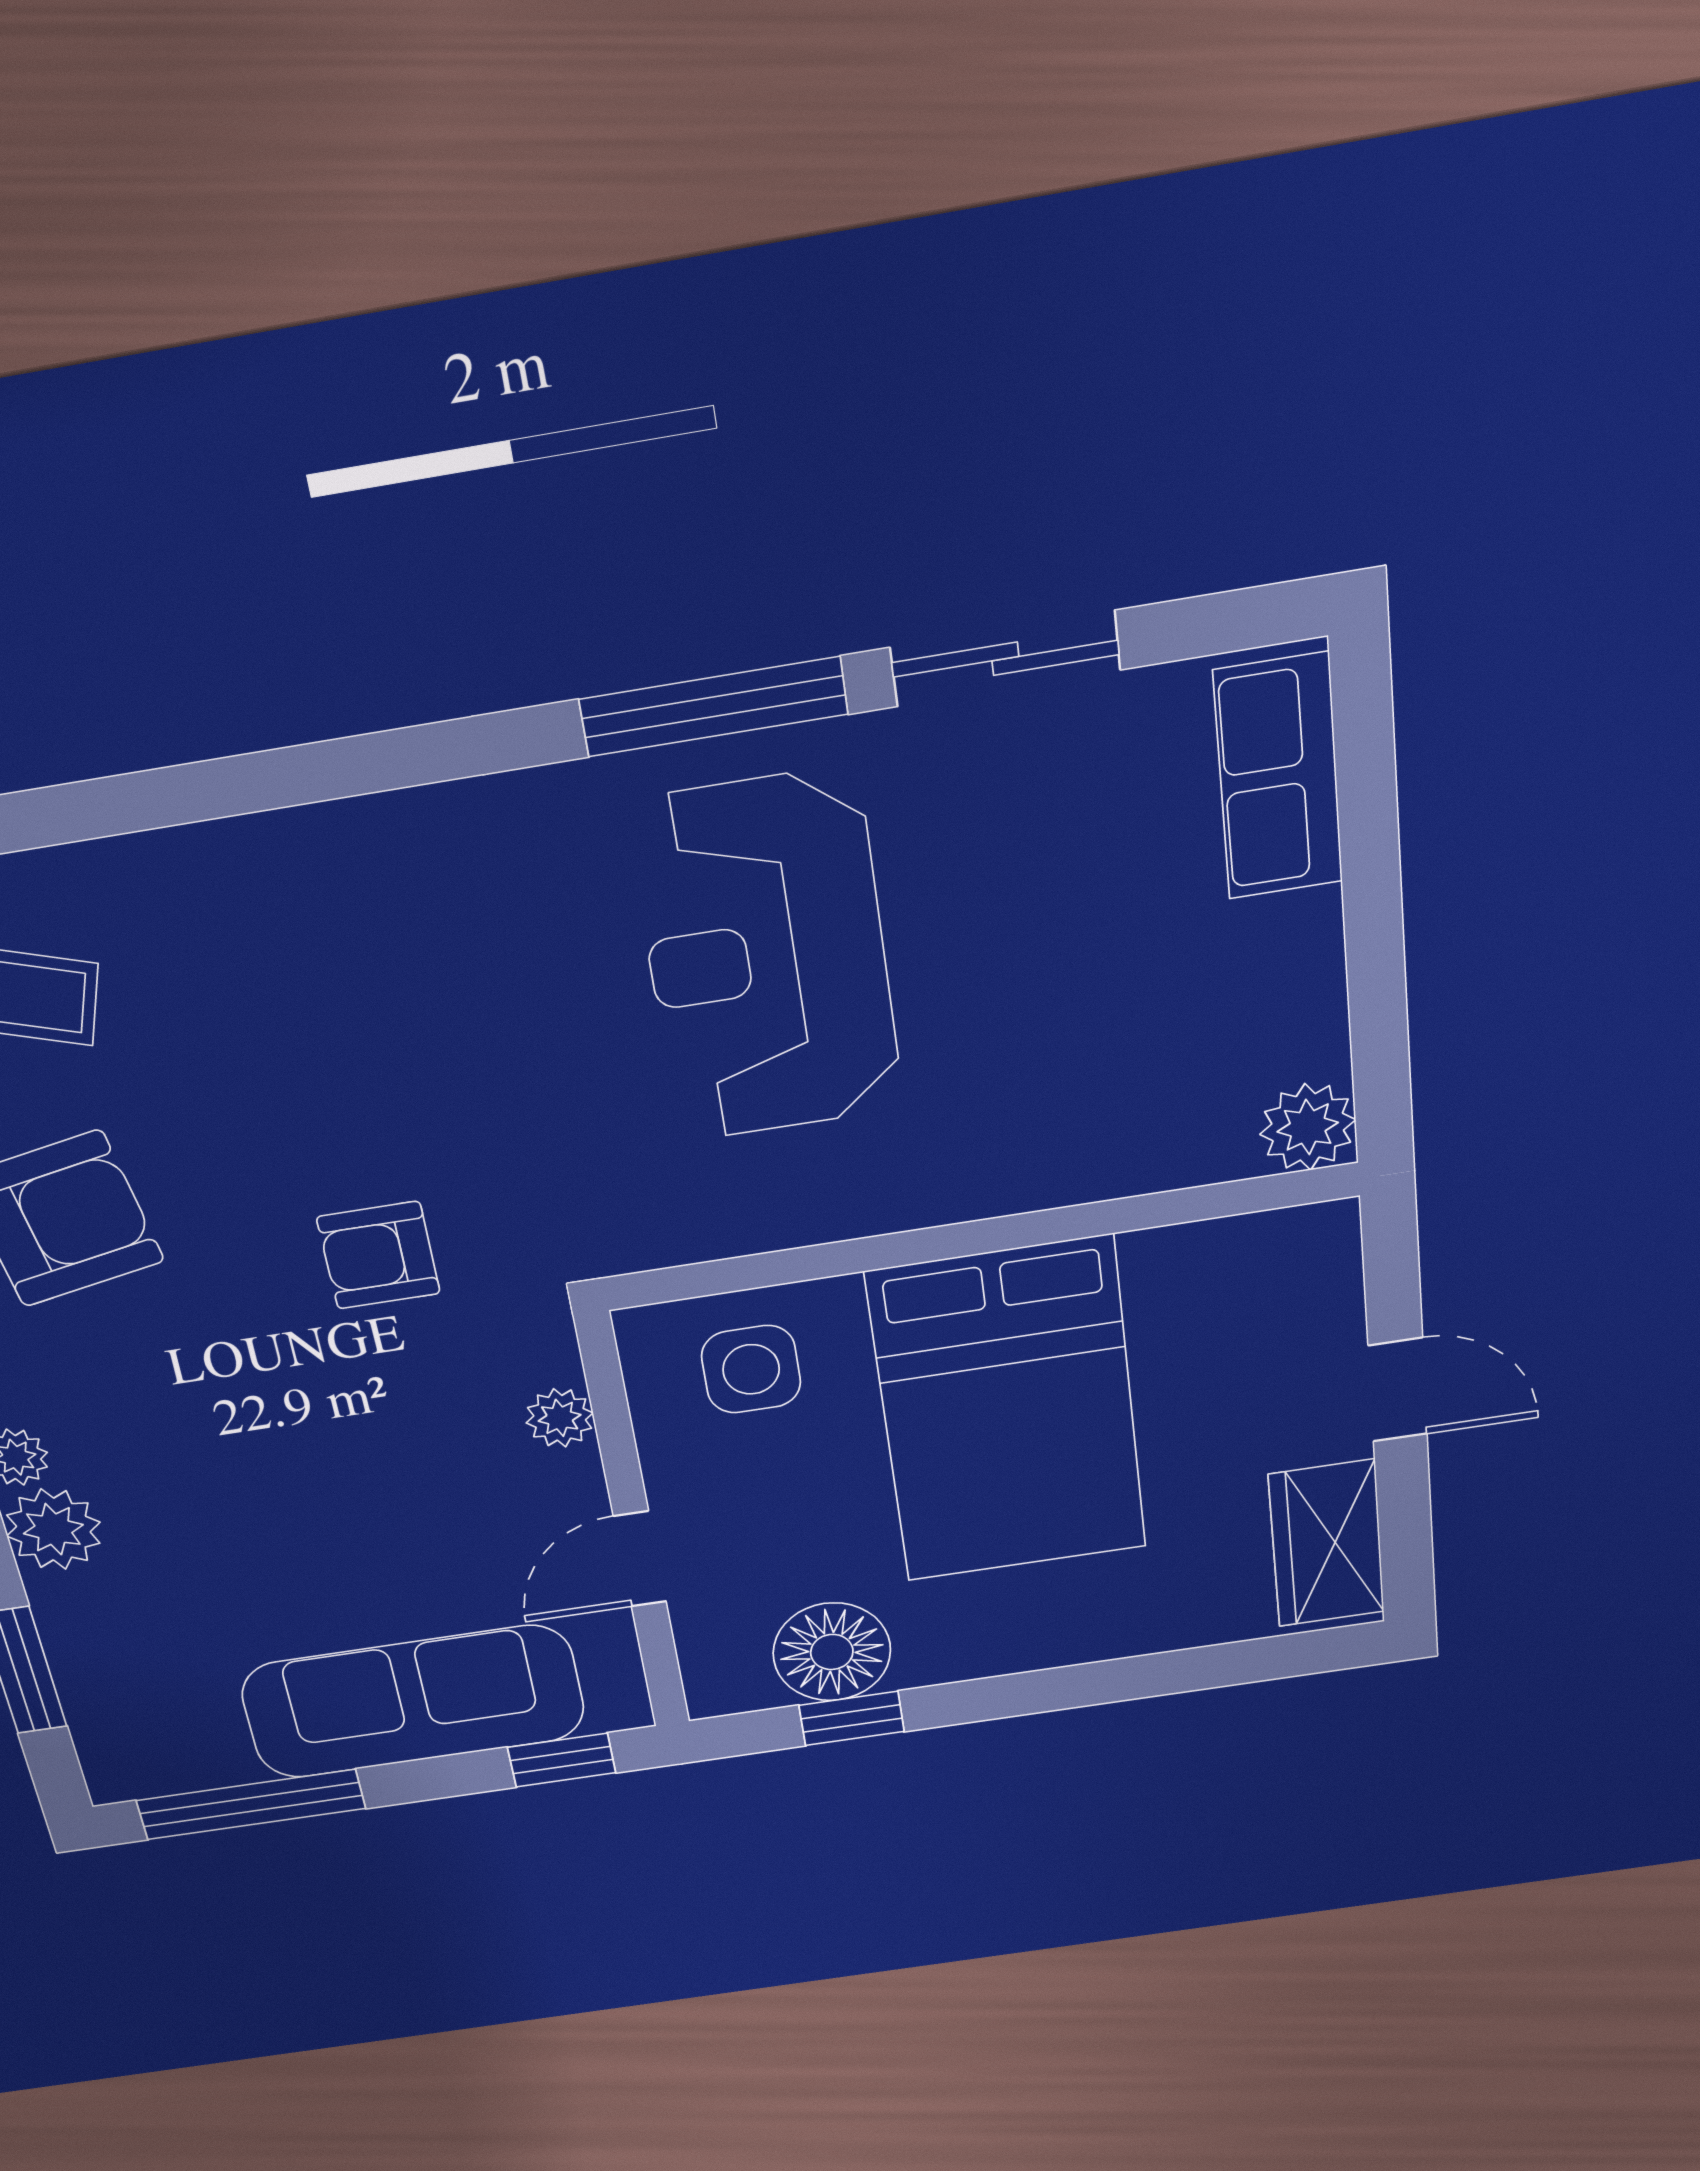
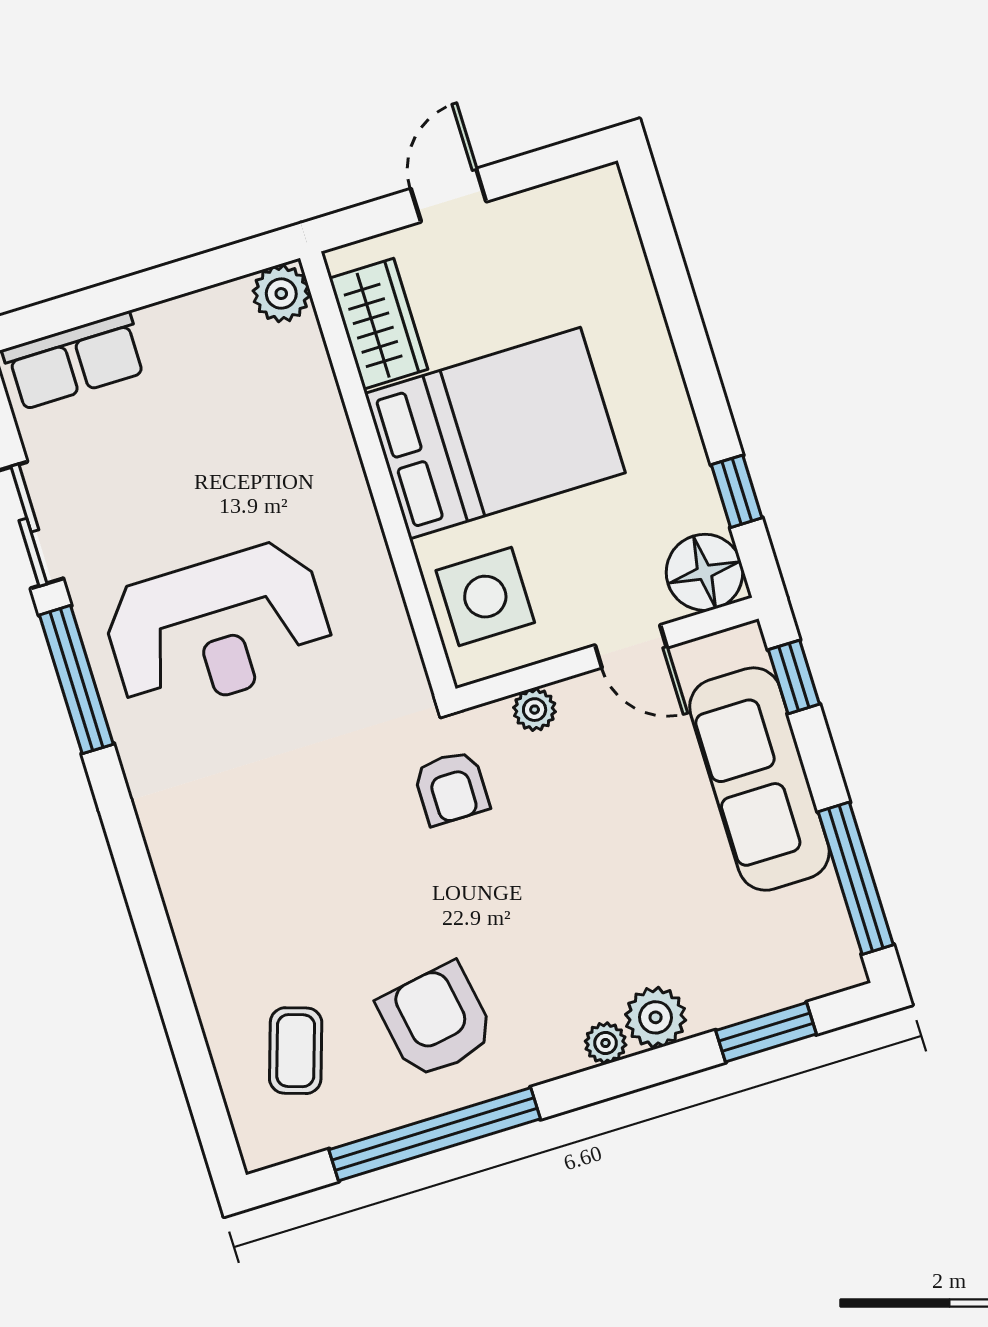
armchair: (379, 1255) -> (451, 788), moved
side table: (751, 1369) -> (485, 597), width x1.37, depth x1.37
wardrobe: (1327, 1544) -> (378, 324), moved, turned -90
floor lamp: (832, 1652) -> (705, 572), moved

